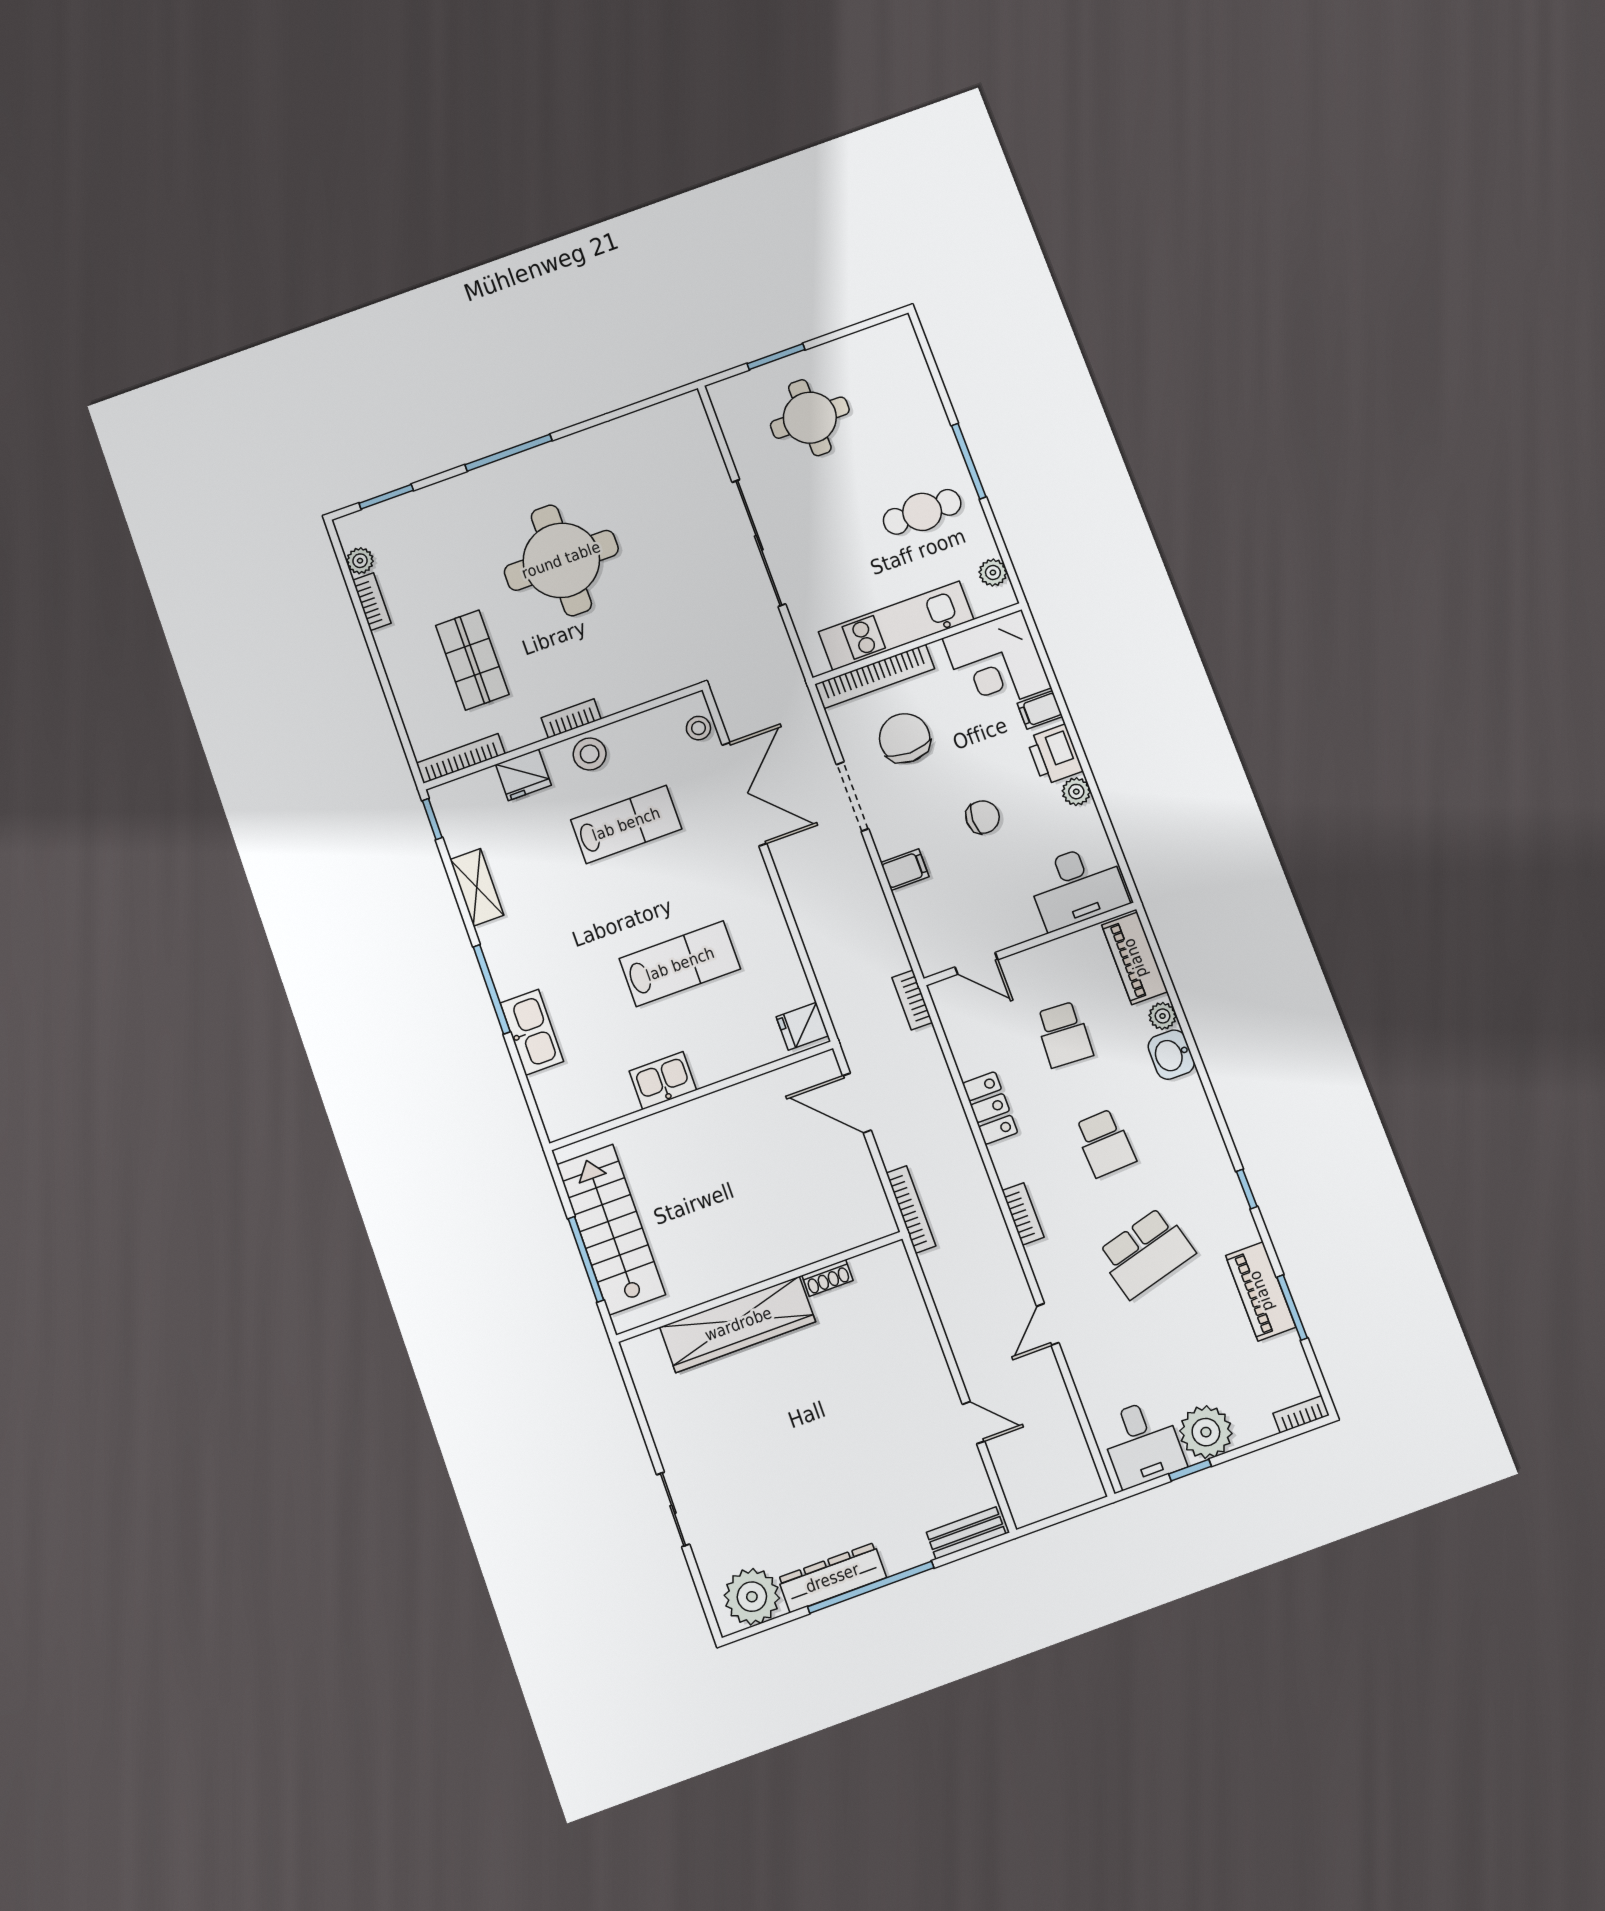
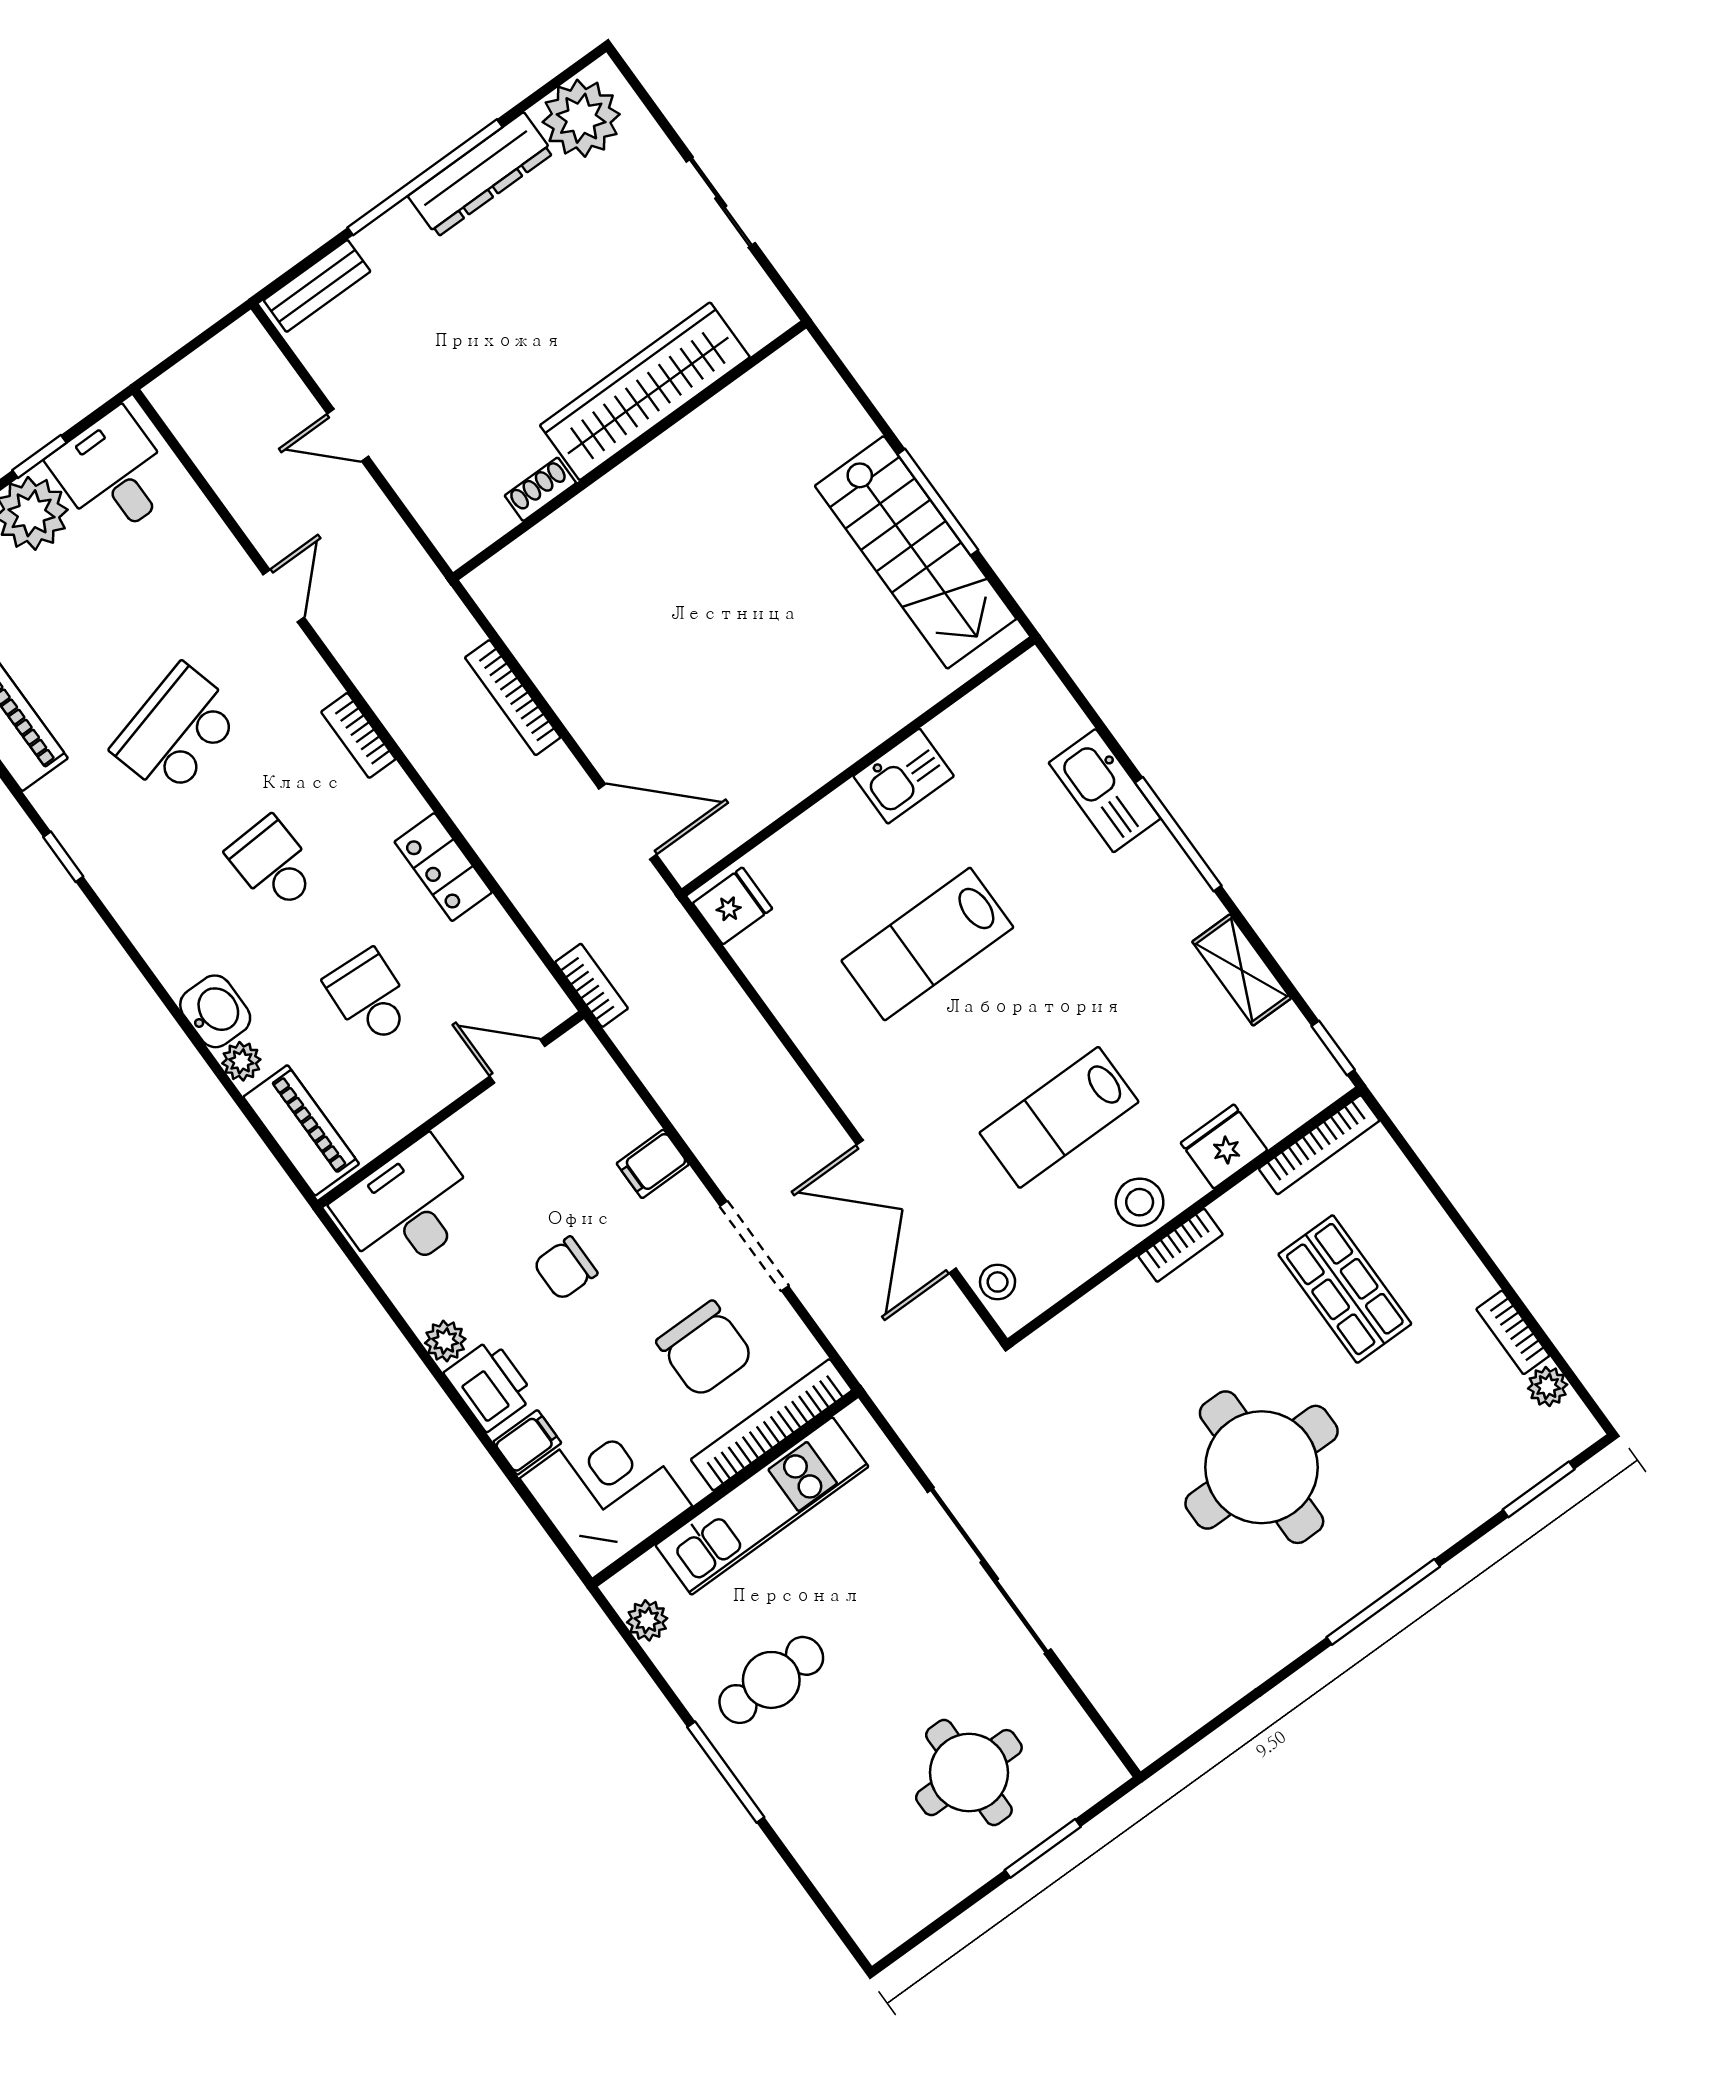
shoe rack: (827, 1278) -> (540, 489), moved
wall: (759, 1287) -> (630, 450), moved
wardrobe: (738, 1324) -> (645, 391), moved

